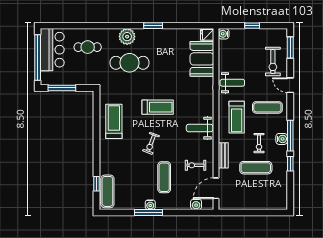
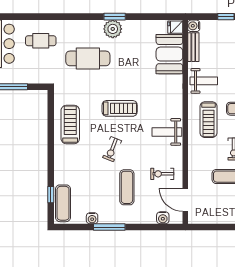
plant: (127, 37) -> (113, 29), moved
bench: (223, 155) -> (193, 47), moved
door: (216, 188) -> (185, 200), hinge flipped
water cooler: (150, 205) -> (92, 218), moved

